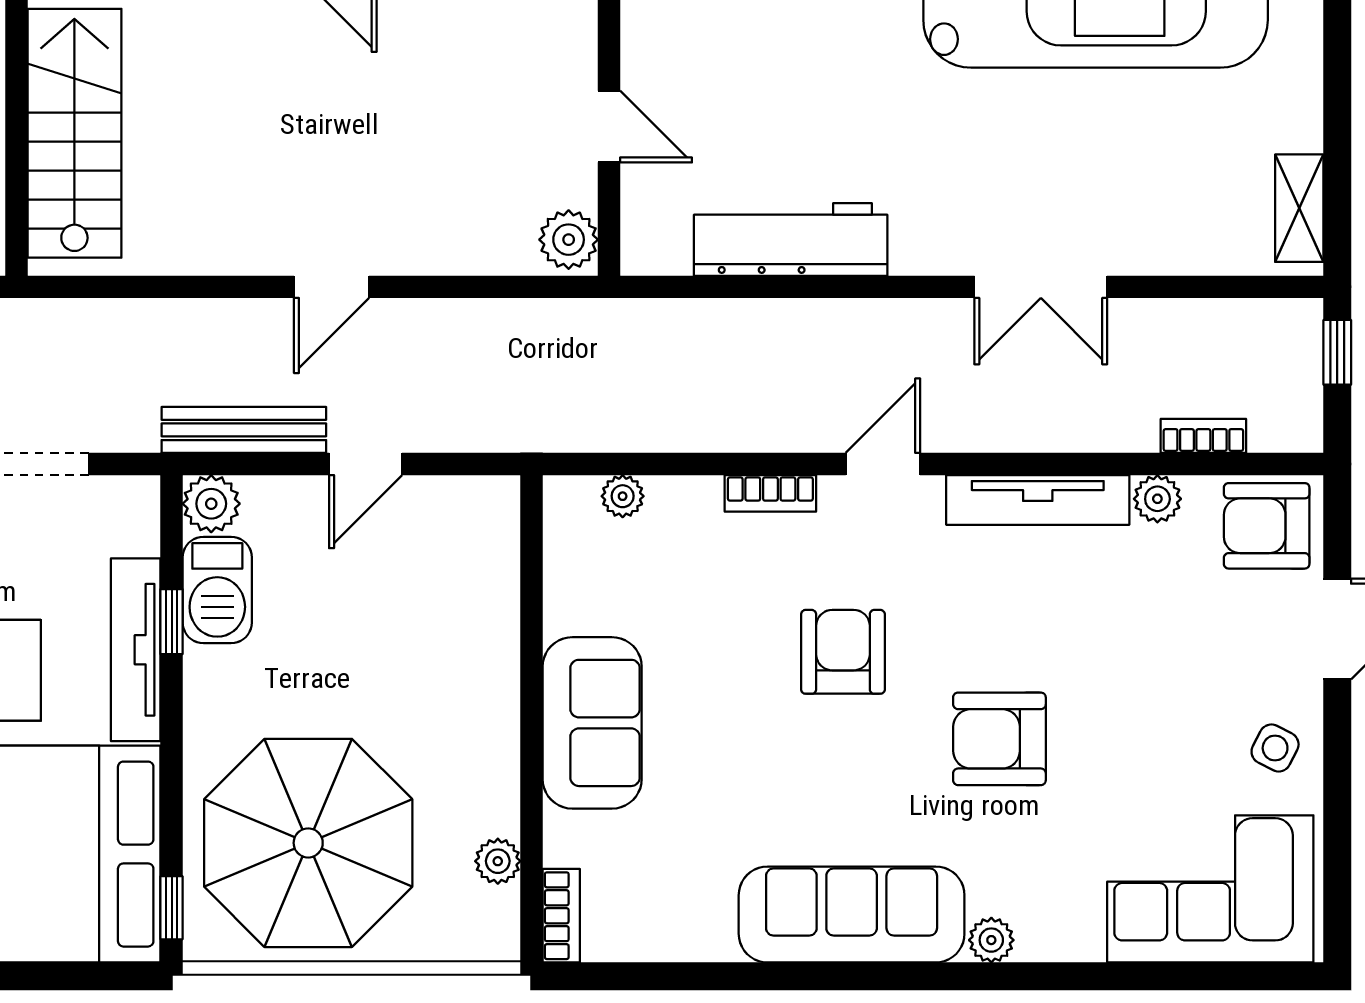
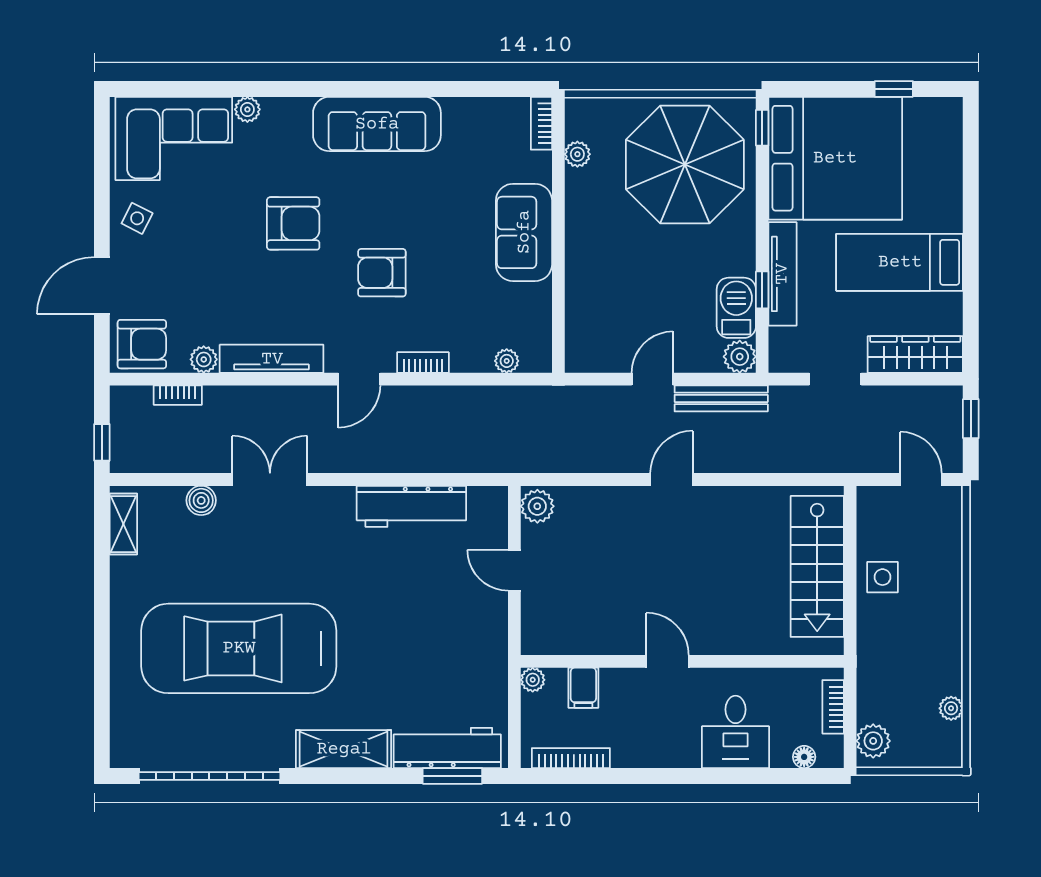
boiler: (1162, 250) -> (201, 500), added
armchair: (843, 652) -> (382, 273), turned 90
plant: (991, 940) -> (247, 109), moved

